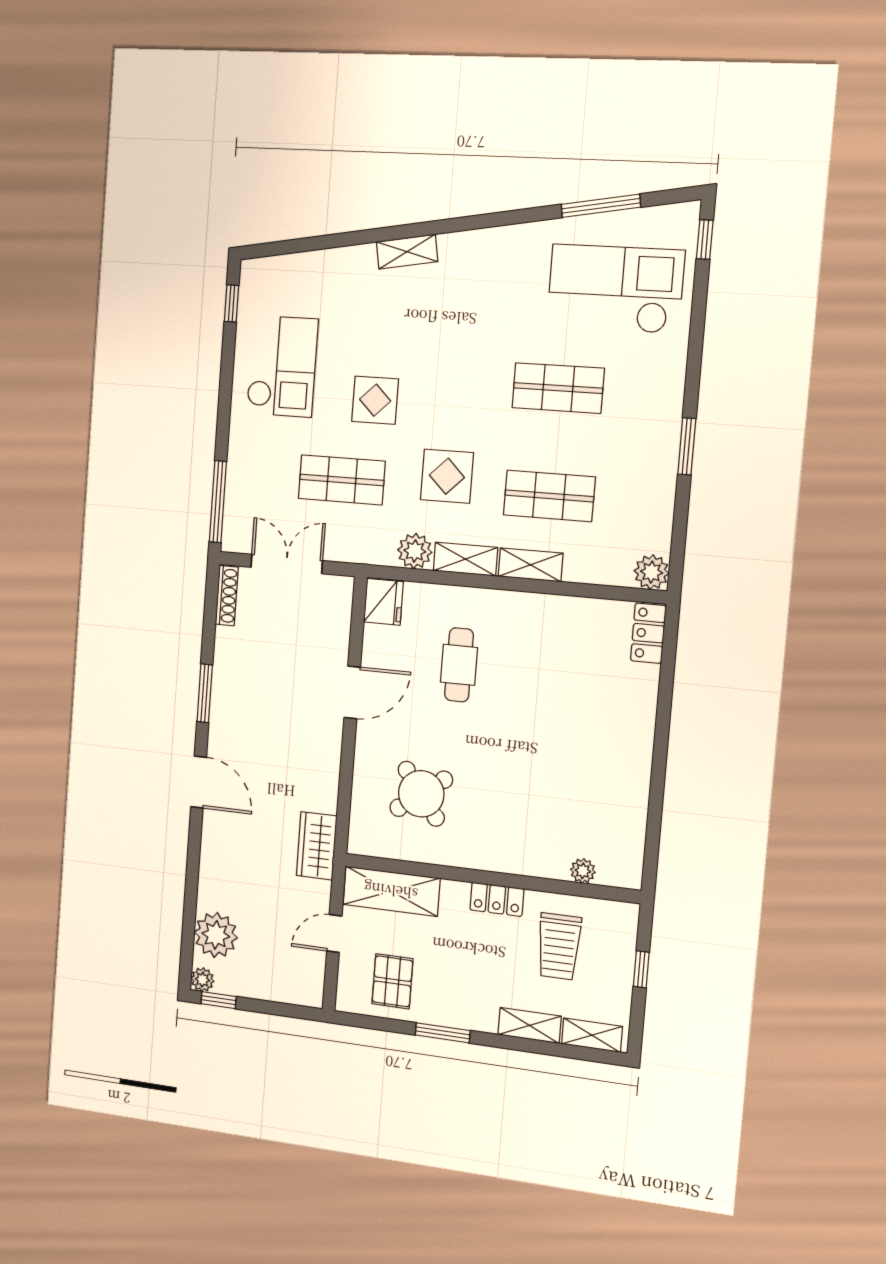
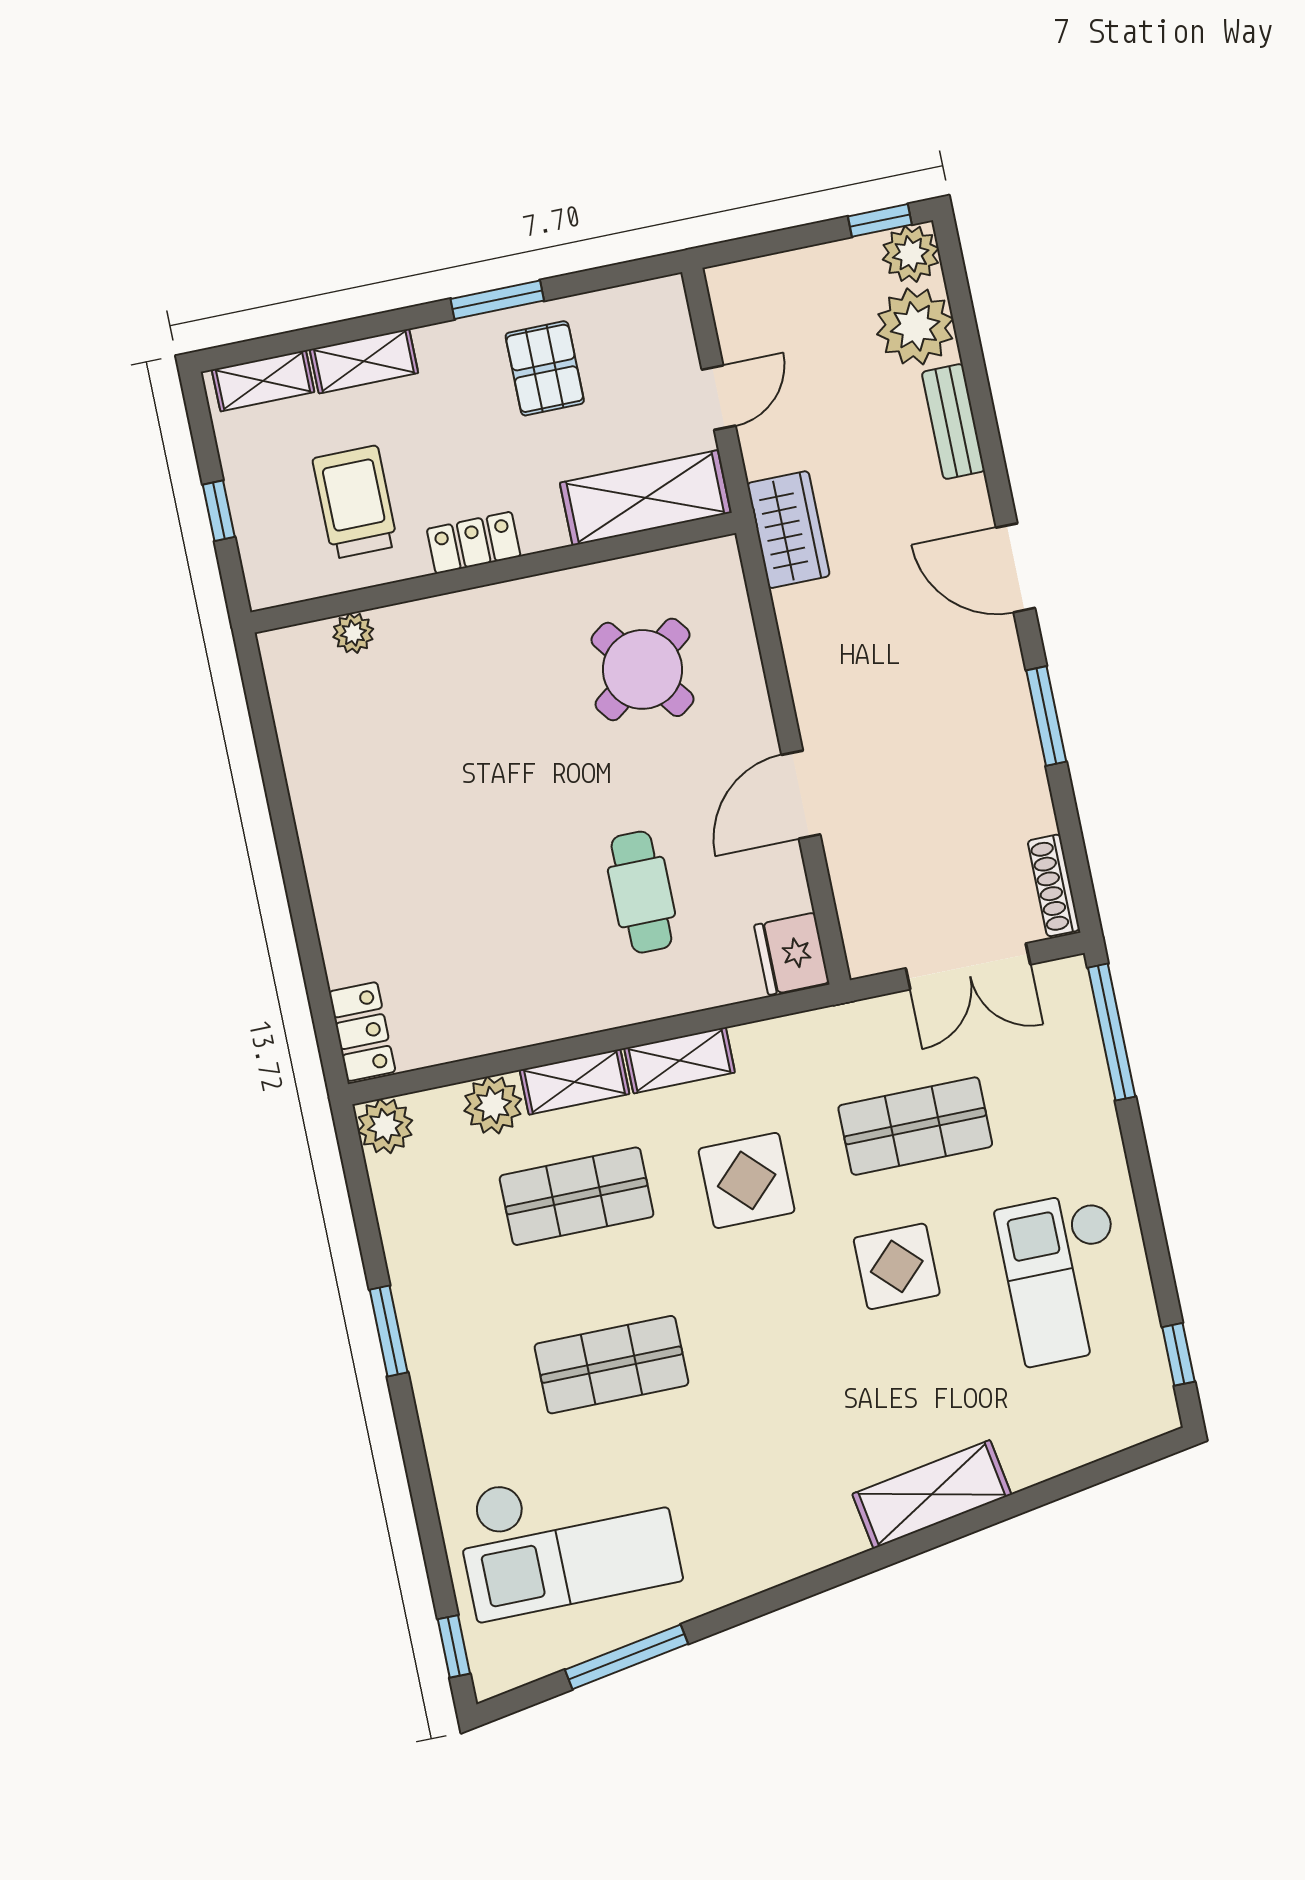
shelving: (407, 252) -> (932, 1494), width x1.50, depth x1.33
plant: (415, 551) -> (493, 1105), moved
bench: (210, 875) -> (953, 422), added
plant: (202, 980) -> (911, 254), width x1.38, depth x1.38
pallet: (392, 981) -> (545, 368), moved

